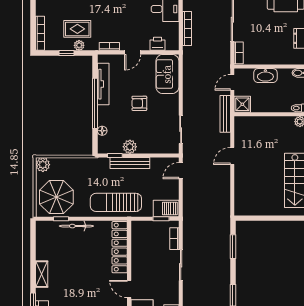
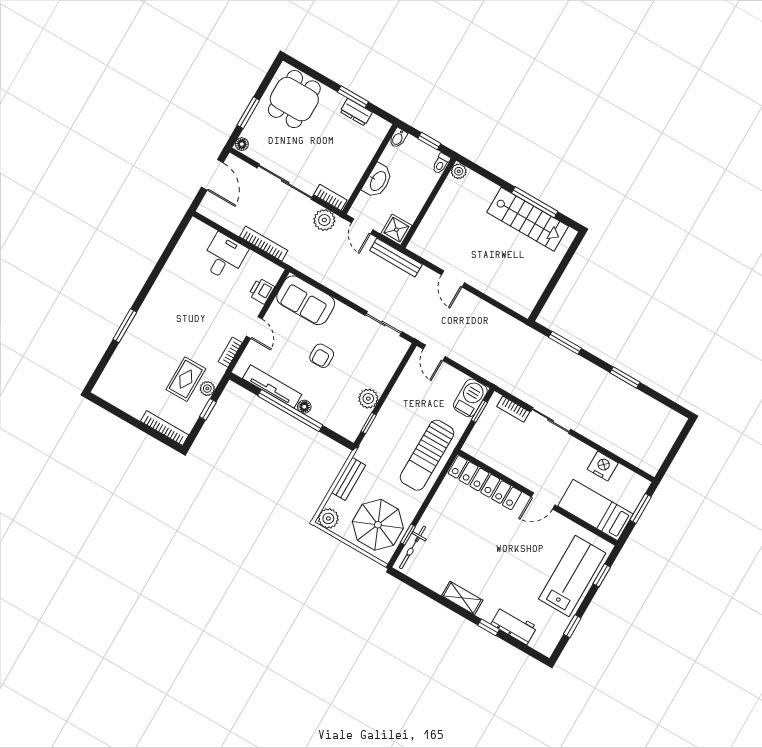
plant: (223, 57) -> (324, 220), added
floor lamp: (102, 131) -> (304, 407), moved
bench: (130, 163) -> (349, 479), moved, width x0.73
bicycle: (76, 226) -> (413, 547), moved

